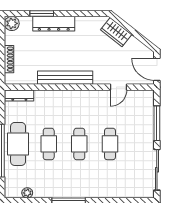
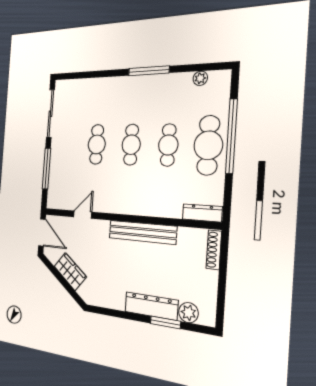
plant: (12, 23) -> (188, 313), moved
wardrobe: (116, 32) -> (70, 272), moved
shoe rack: (9, 59) -> (214, 250), moved

